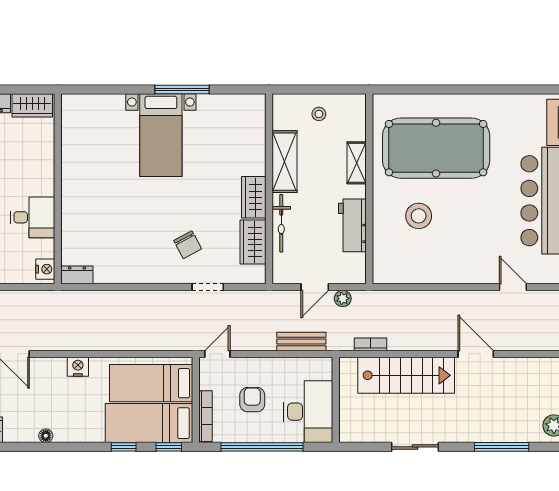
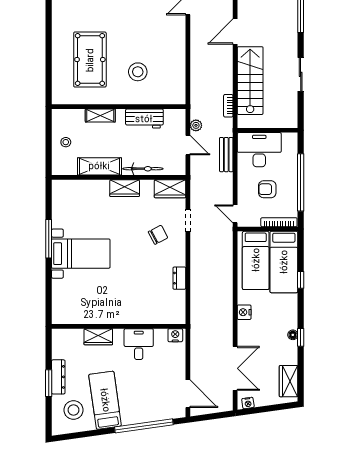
wardrobe: (32, 105) -> (98, 337), moved, turned 90
pool table: (436, 148) -> (90, 60), width x0.73, depth x0.76
wardrobe: (253, 242) -> (170, 189), moved
dresser: (77, 275) -> (179, 278), moved
desk: (308, 412) -> (259, 150), moved
window: (169, 447) -> (301, 337), moved

